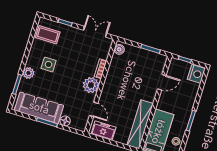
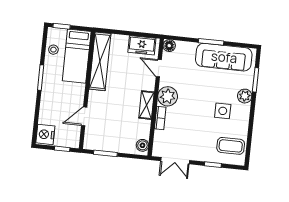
shelving: (109, 81) -> (146, 105), added
floor lamp: (65, 121) -> (169, 46), moved

